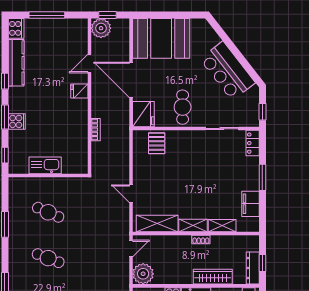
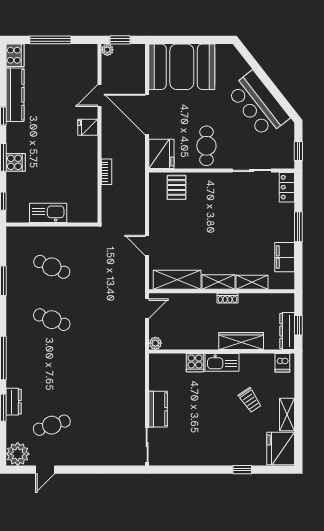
plant: (101, 28) -> (107, 50), width x0.53, depth x0.53
plant: (143, 274) -> (155, 343), width x0.53, depth x0.53

